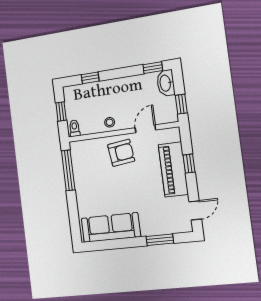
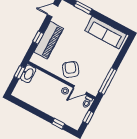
window: (153, 68) -> (20, 103), removed
washbasin: (166, 83) -> (28, 74), moved
door: (145, 129) -> (80, 90), moved
armchair: (121, 153) -> (71, 69), turned 61

